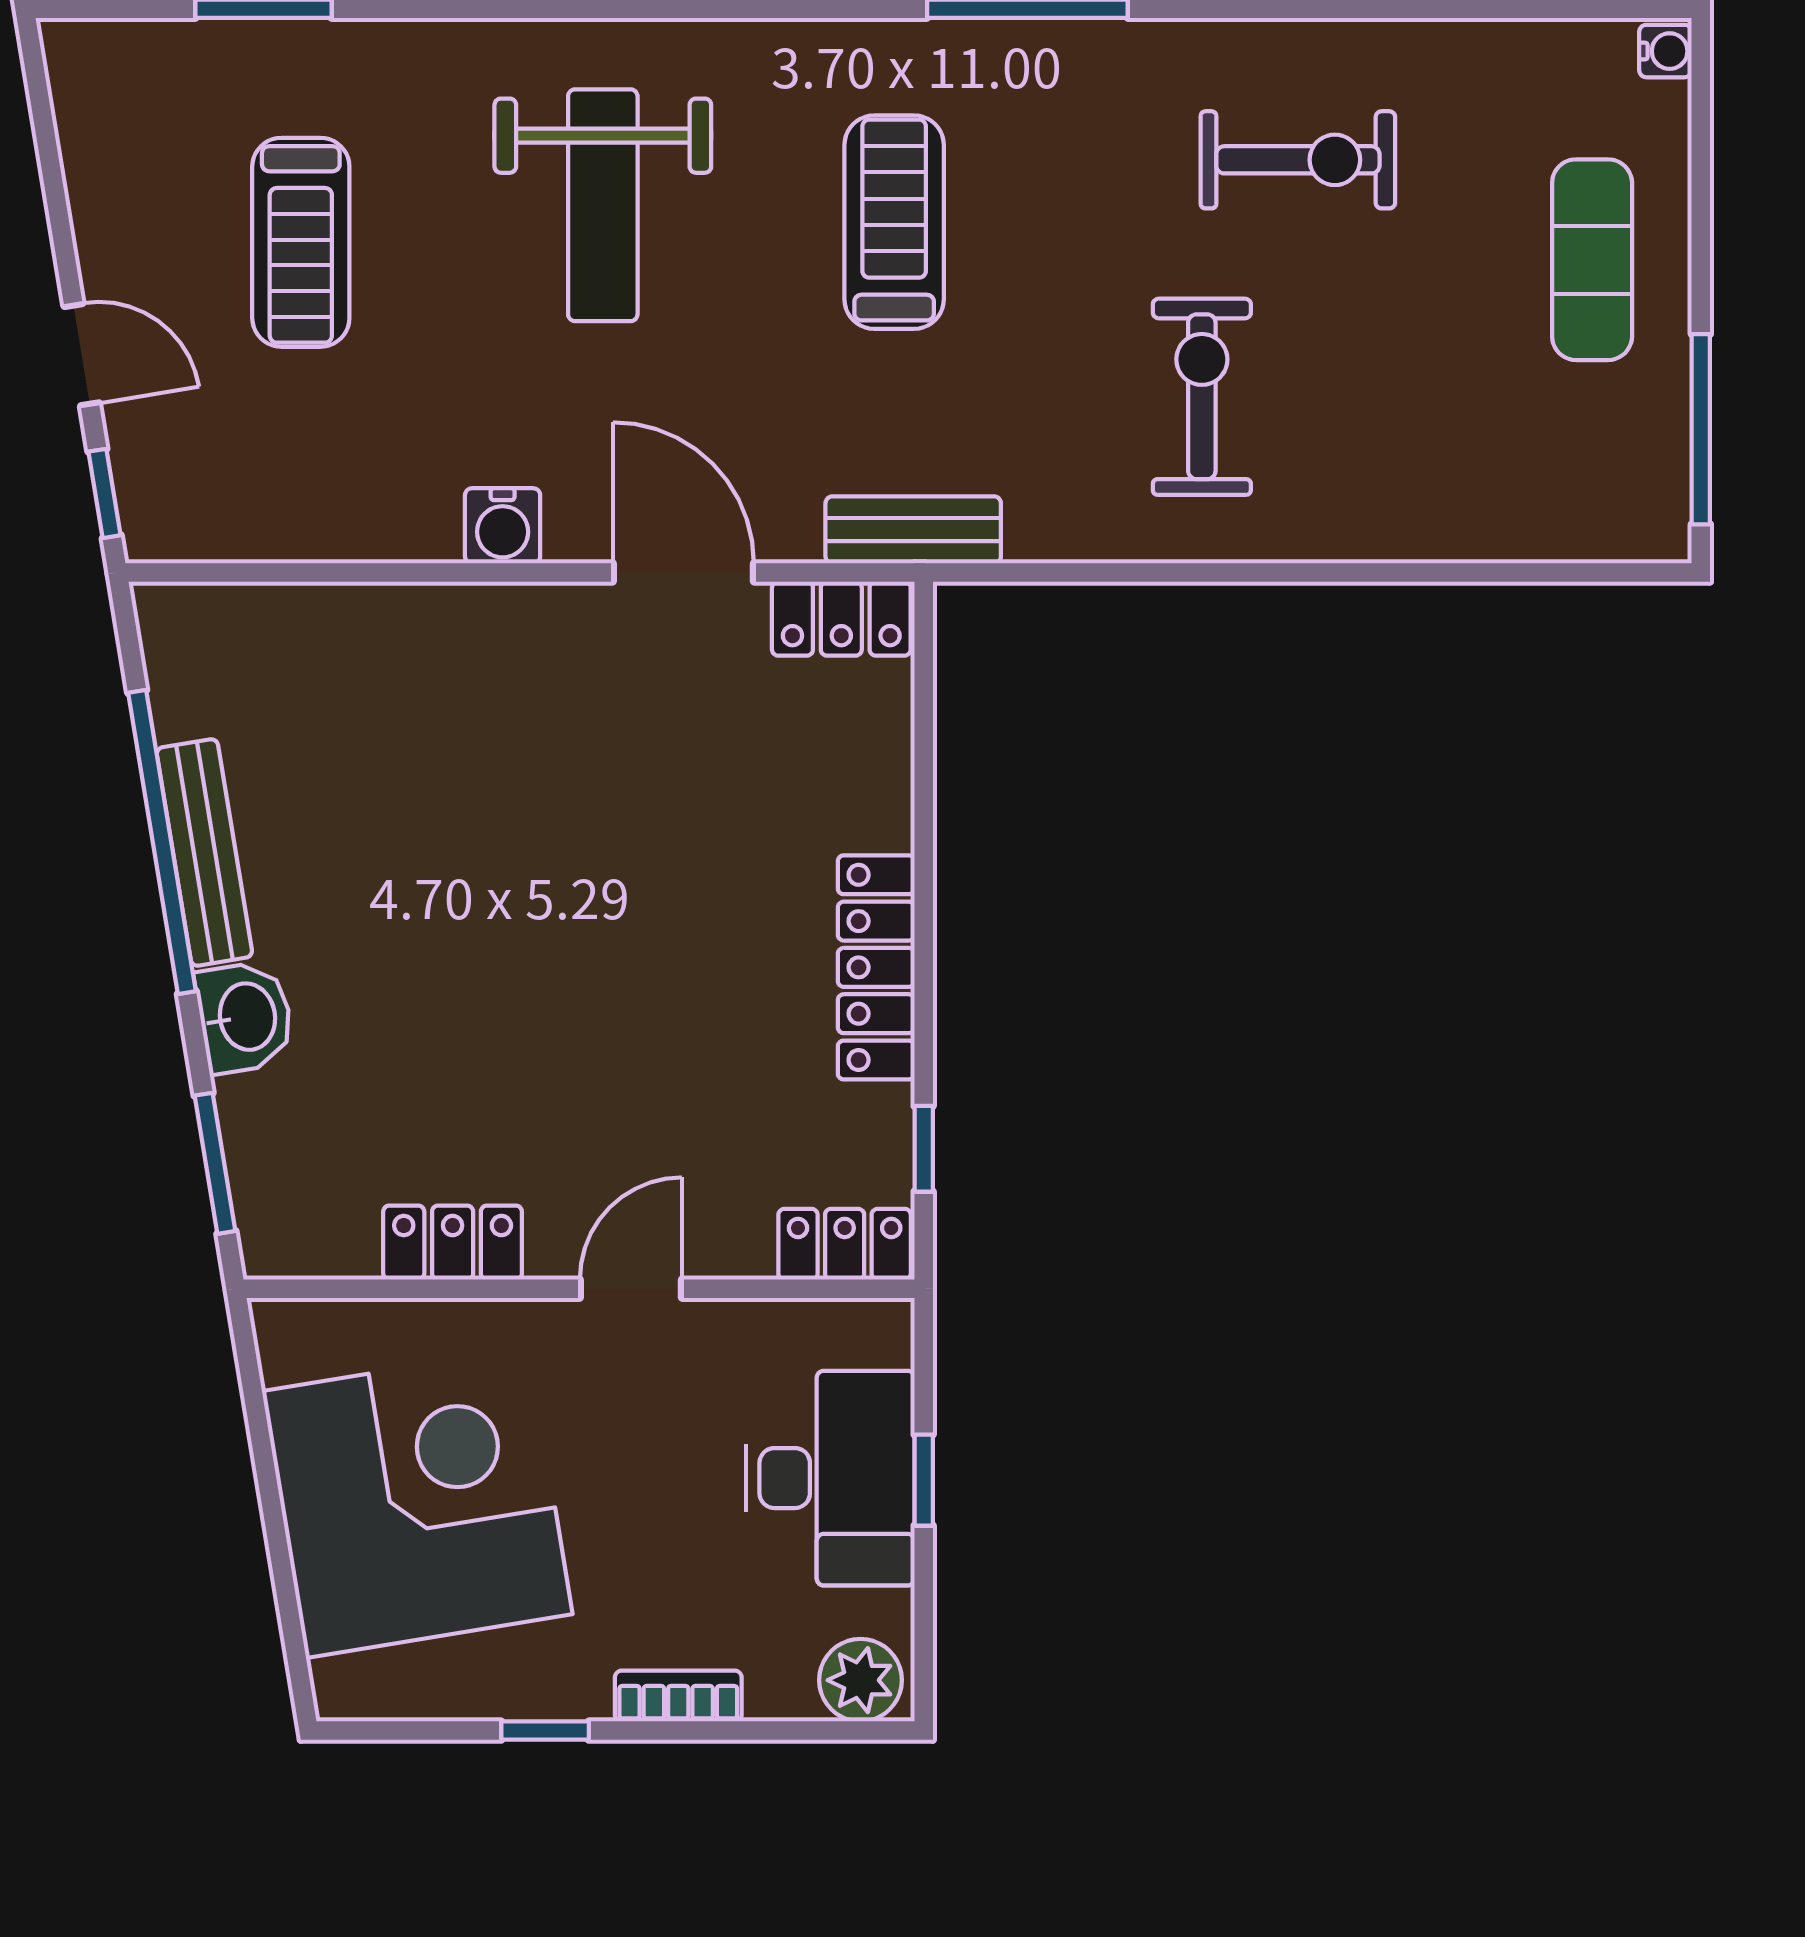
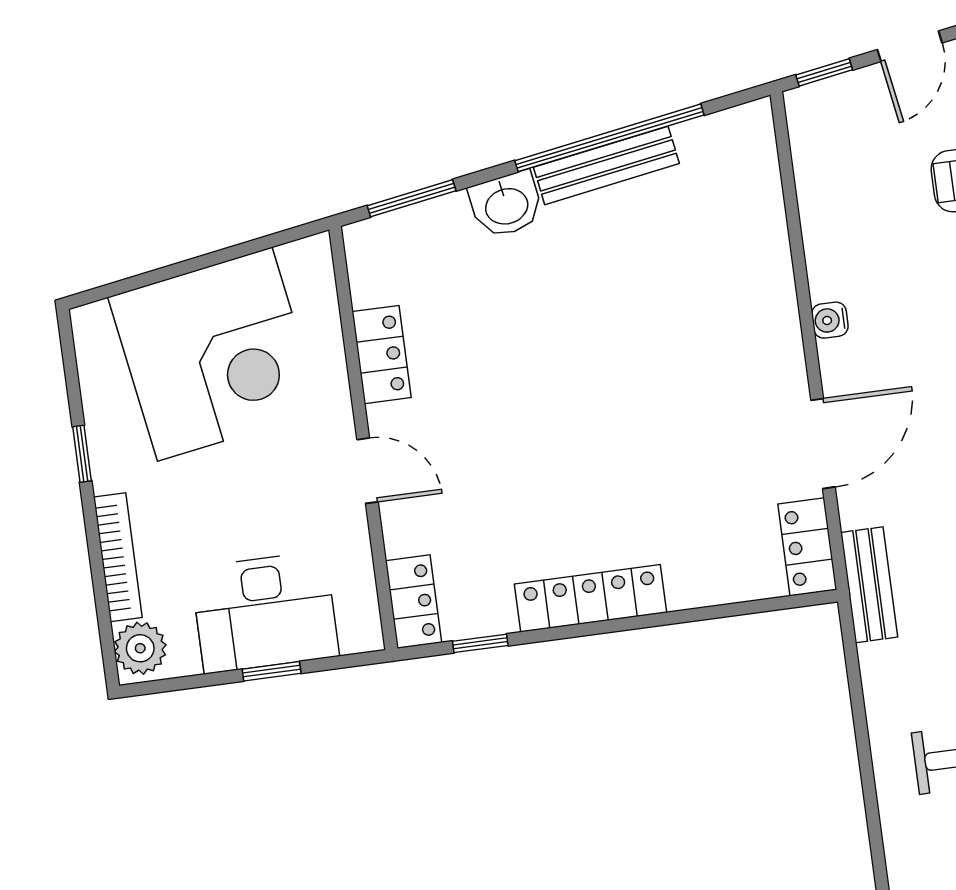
water cooler: (503, 526) -> (830, 320), width x0.72, depth x0.72
bookcase: (678, 1696) -> (118, 557), width x1.56

